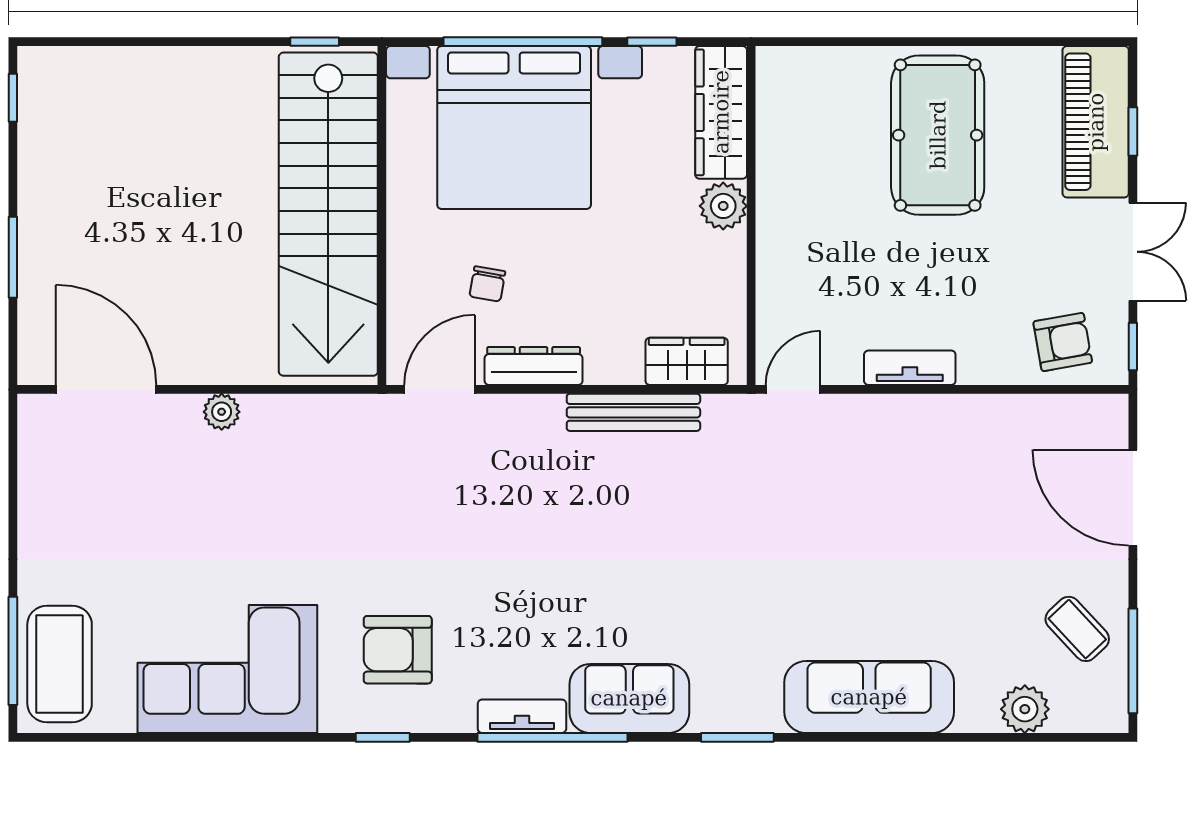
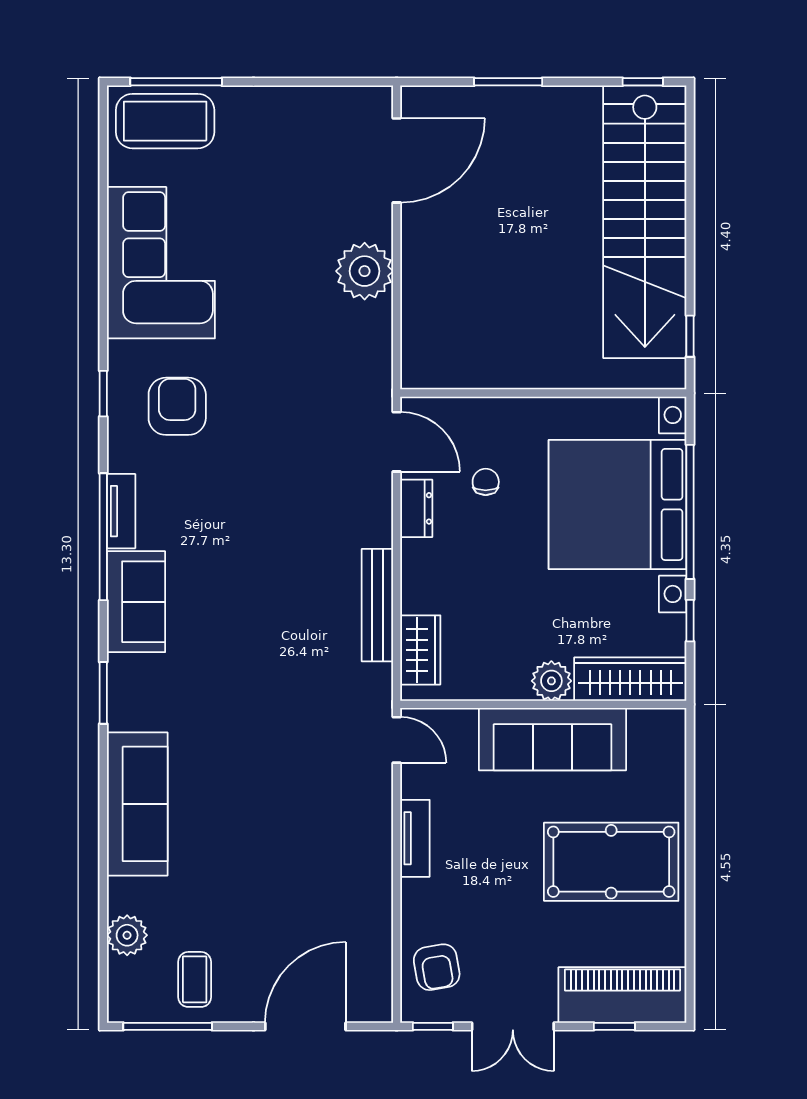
sofa: (792, 205) -> (553, 739), added
stairs: (328, 214) -> (645, 222), moved, turned -90
chair: (487, 284) -> (486, 482), turned 80
dresser: (534, 366) -> (416, 508), width x0.70
plant: (222, 412) -> (365, 271), width x1.88, depth x1.88
coffee table: (1077, 629) -> (195, 979), turned -47

